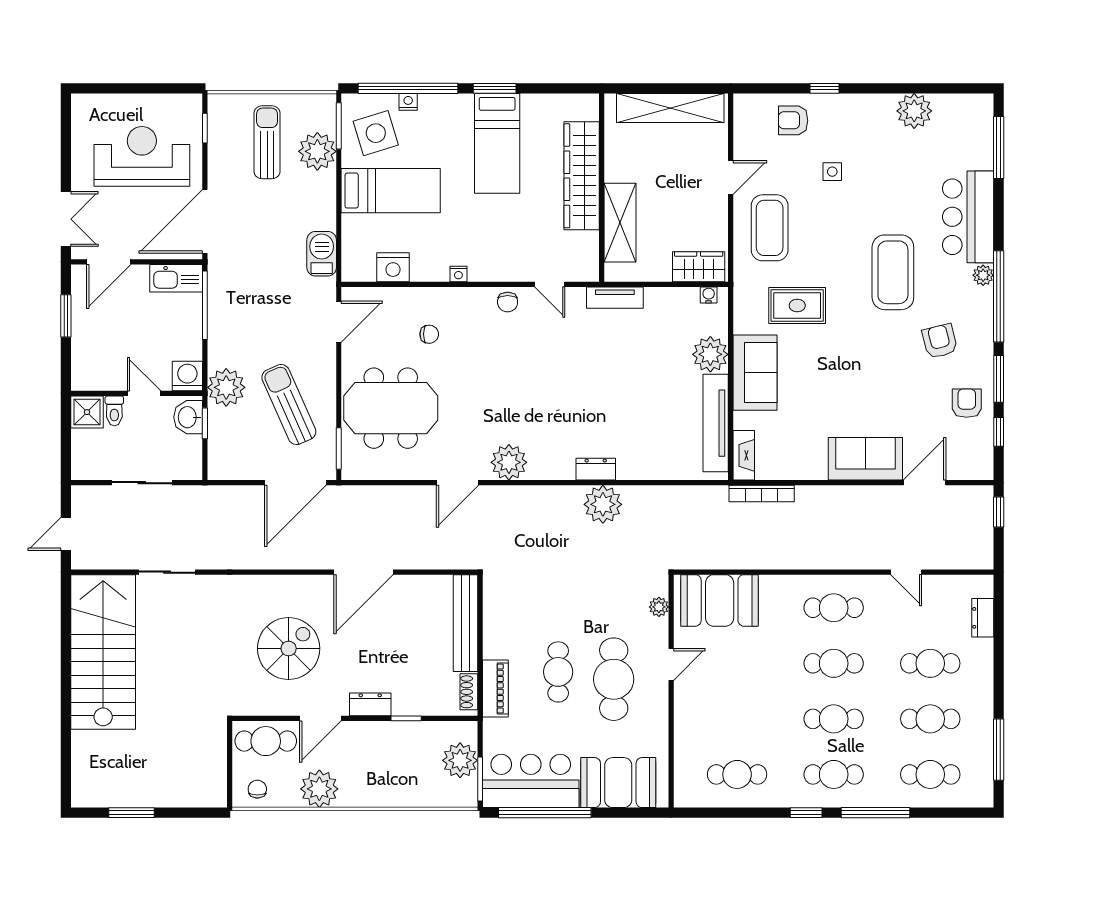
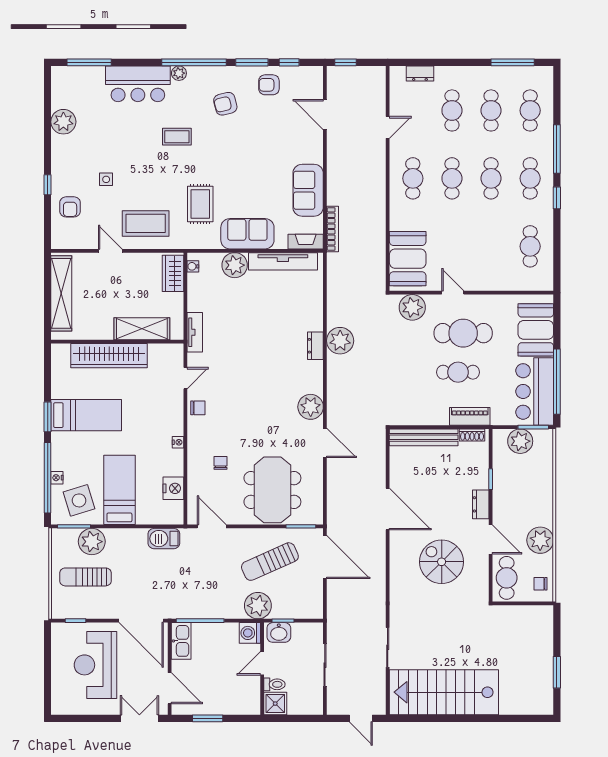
coffee table: (893, 272) -> (177, 137), width x0.54, depth x0.58
sofa: (865, 459) -> (308, 190), moved
plant: (659, 607) -> (412, 307), width x1.88, depth x1.88

